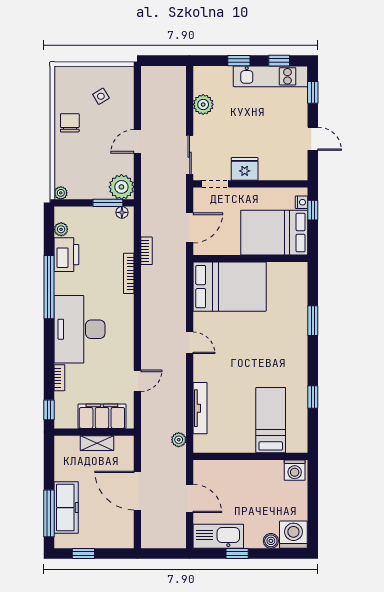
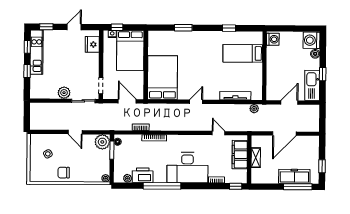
plant: (203, 104) -> (64, 93), moved
fridge: (245, 169) -> (92, 44), moved

